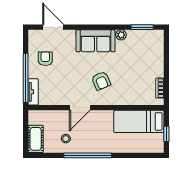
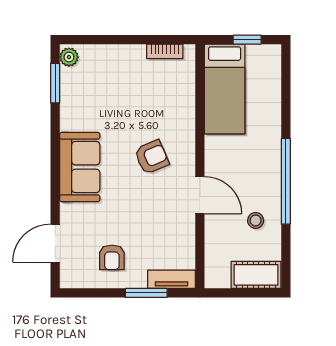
plant: (121, 35) -> (69, 57), moved
armchair: (45, 59) -> (112, 257), turned -90
window: (26, 78) -> (146, 293), width x0.47

